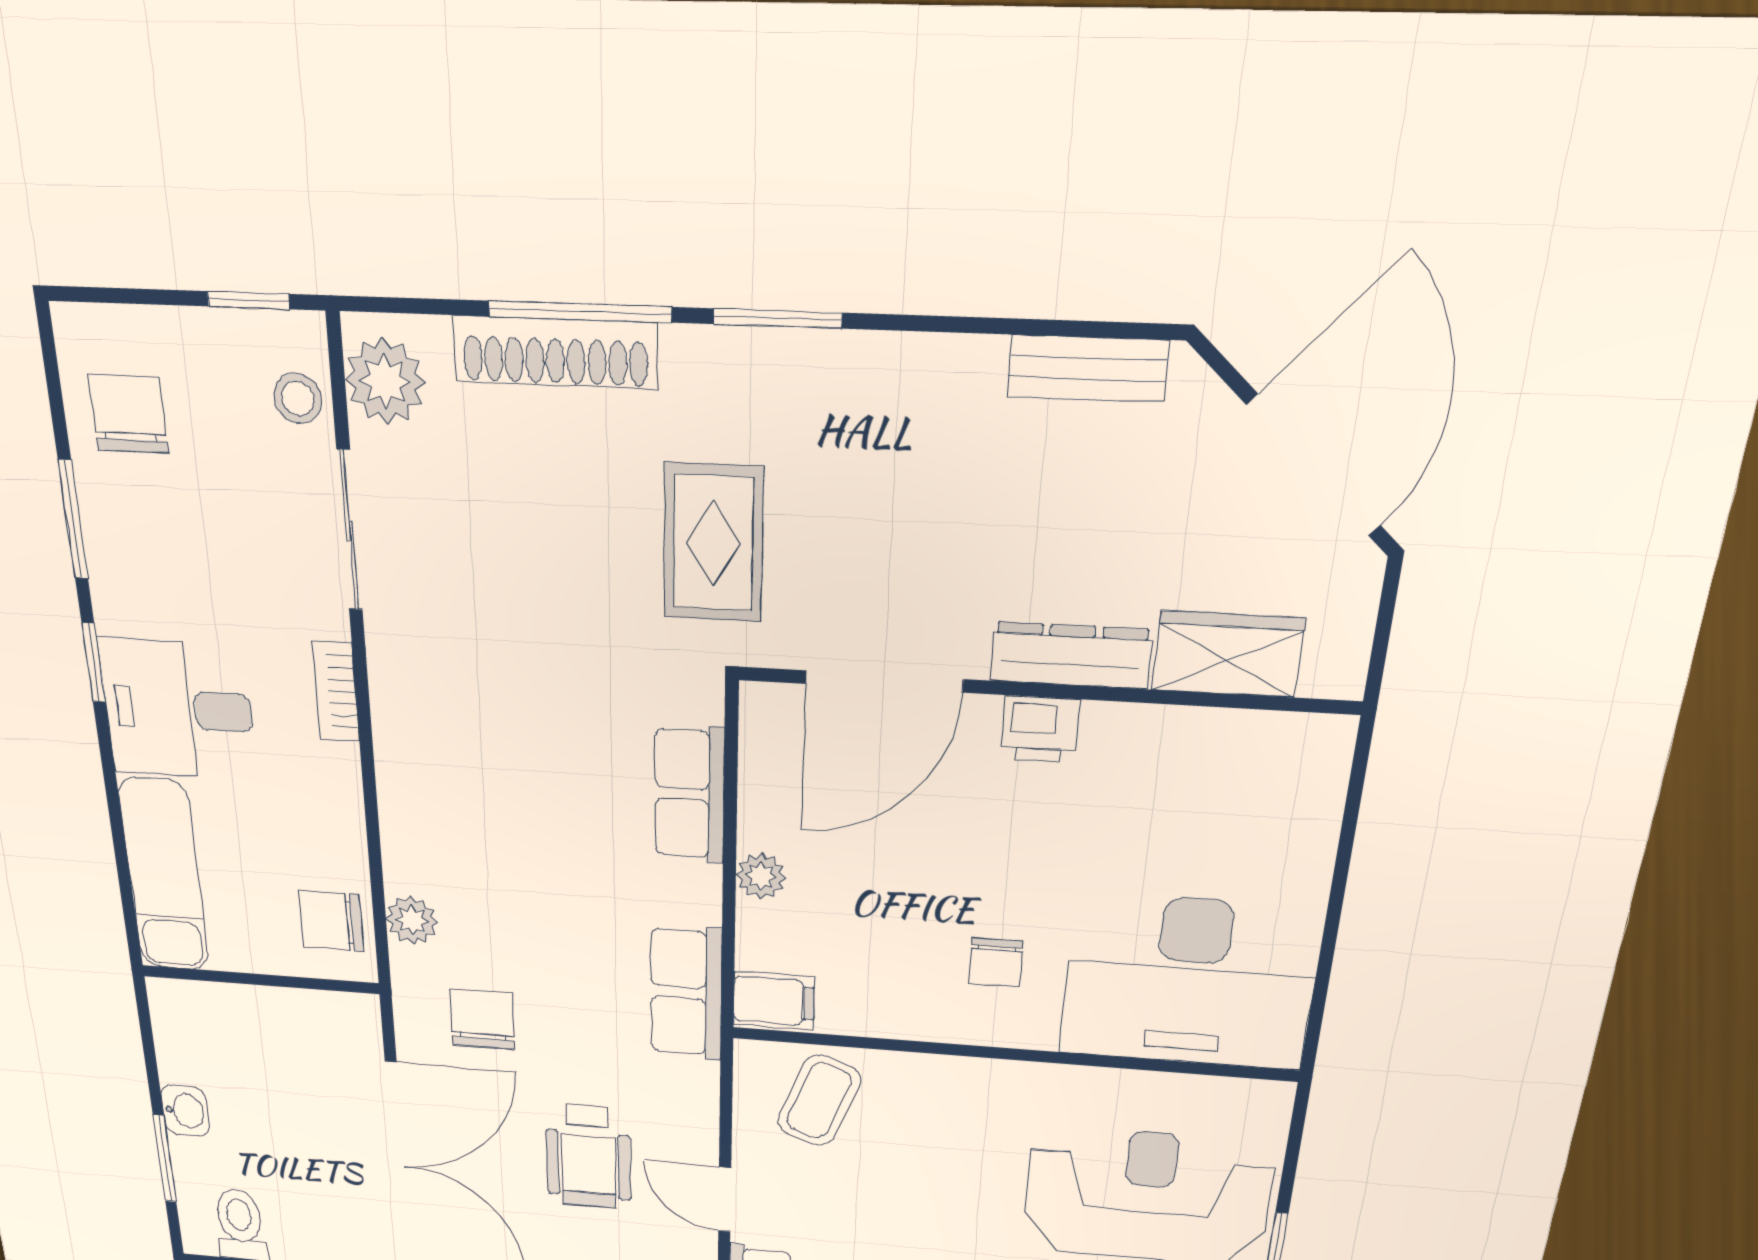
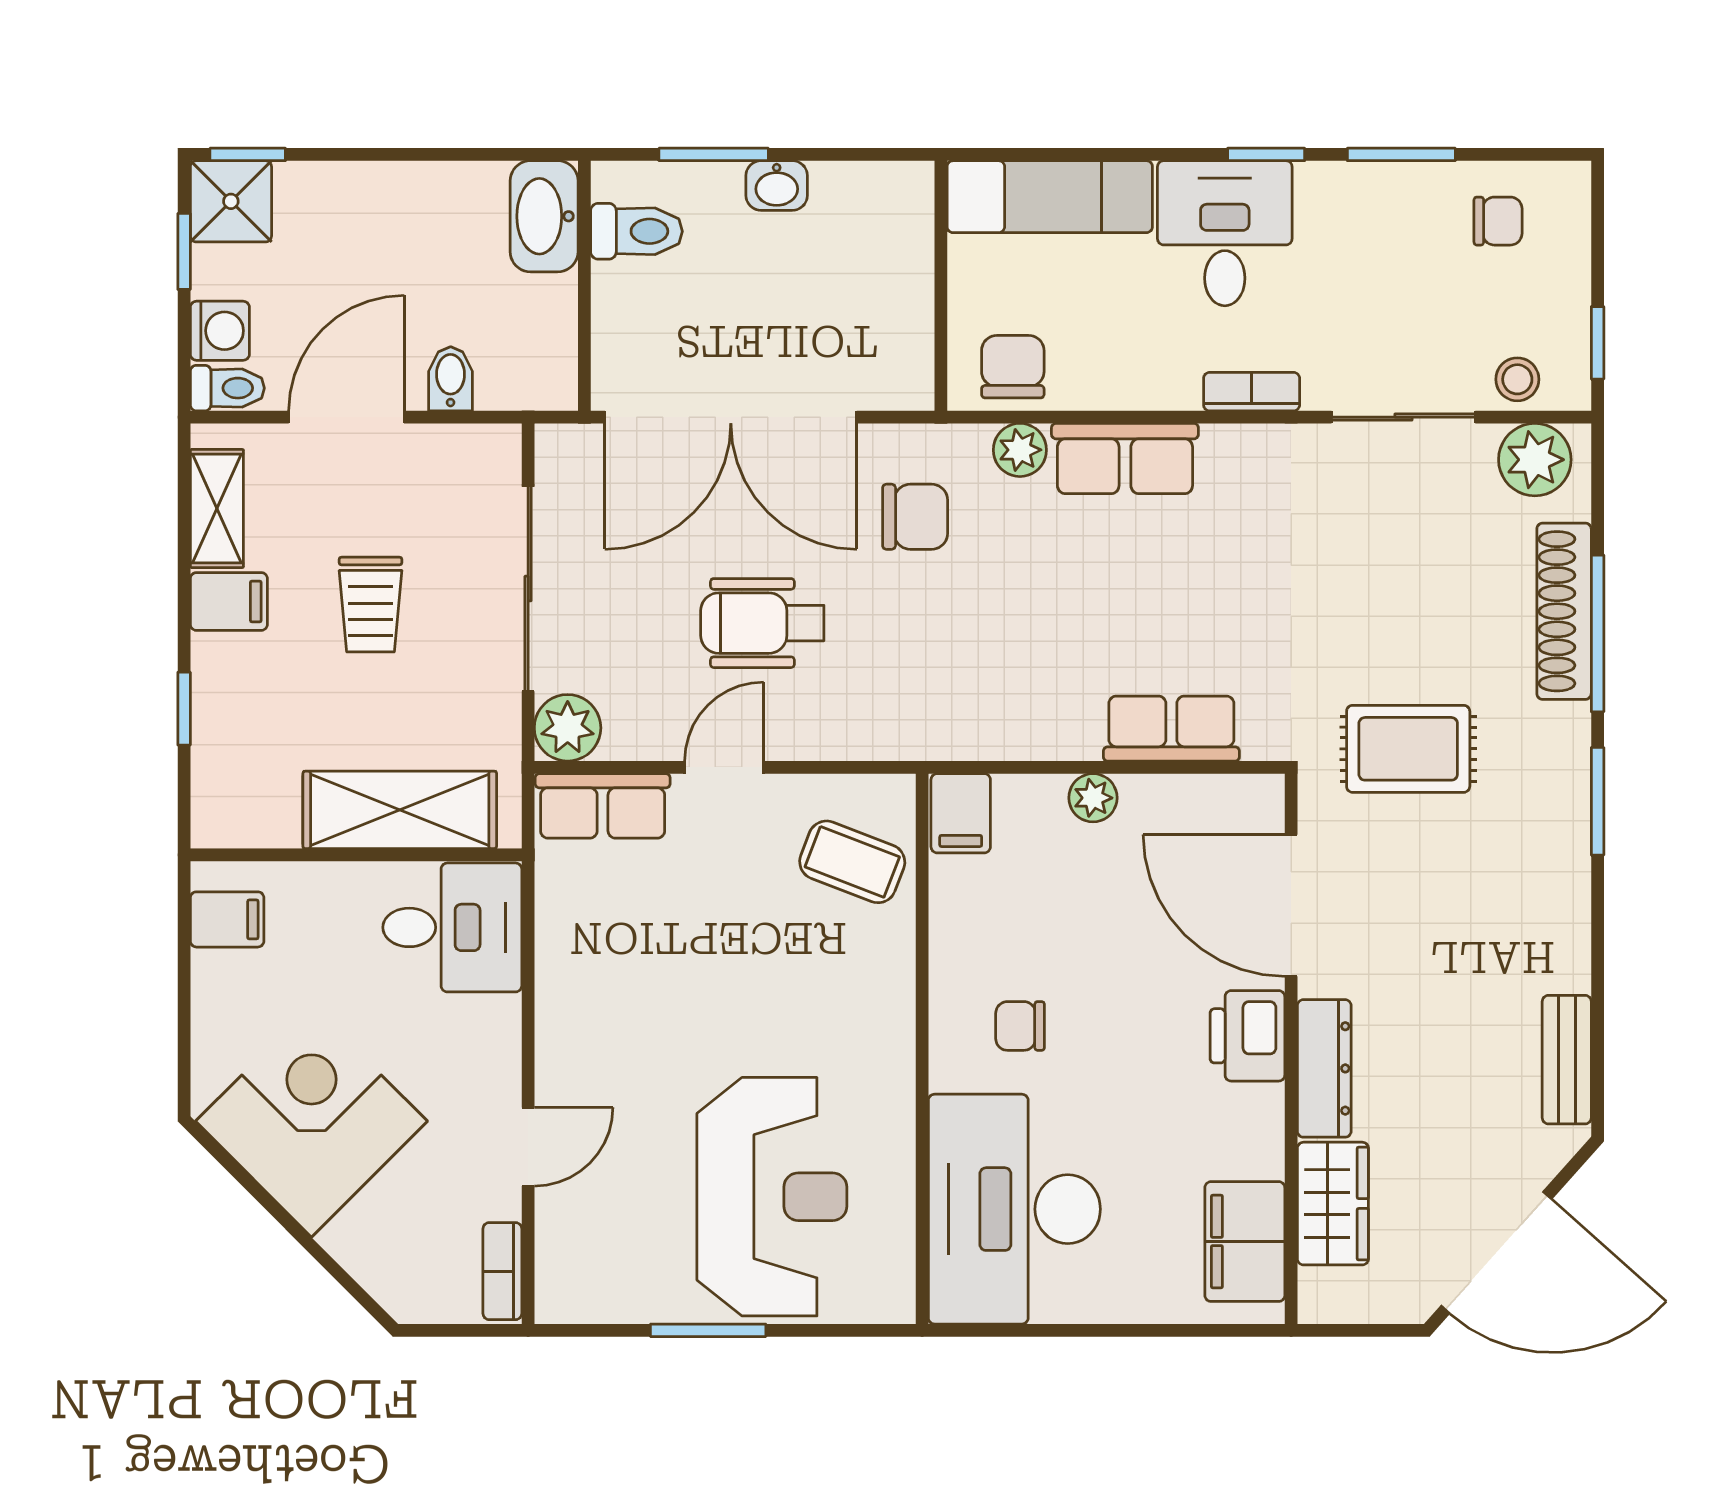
chair: (128, 414) -> (1498, 221), width x0.73, depth x0.73
printer: (1040, 729) -> (1247, 1036), width x1.36, depth x1.24
filing cabinet: (1258, 753) -> (1245, 1242), added
row of seats: (686, 993) -> (1125, 459), moved, turned 180

